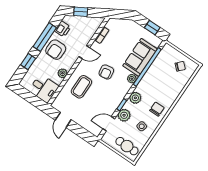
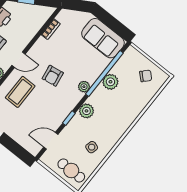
window: (152, 28) -> (115, 25), removed
door: (84, 52) -> (19, 60), moved
sofa: (140, 57) -> (103, 38), moved, turned -90
chair: (157, 109) -> (112, 127), removed
plant: (124, 115) -> (110, 82), moved

